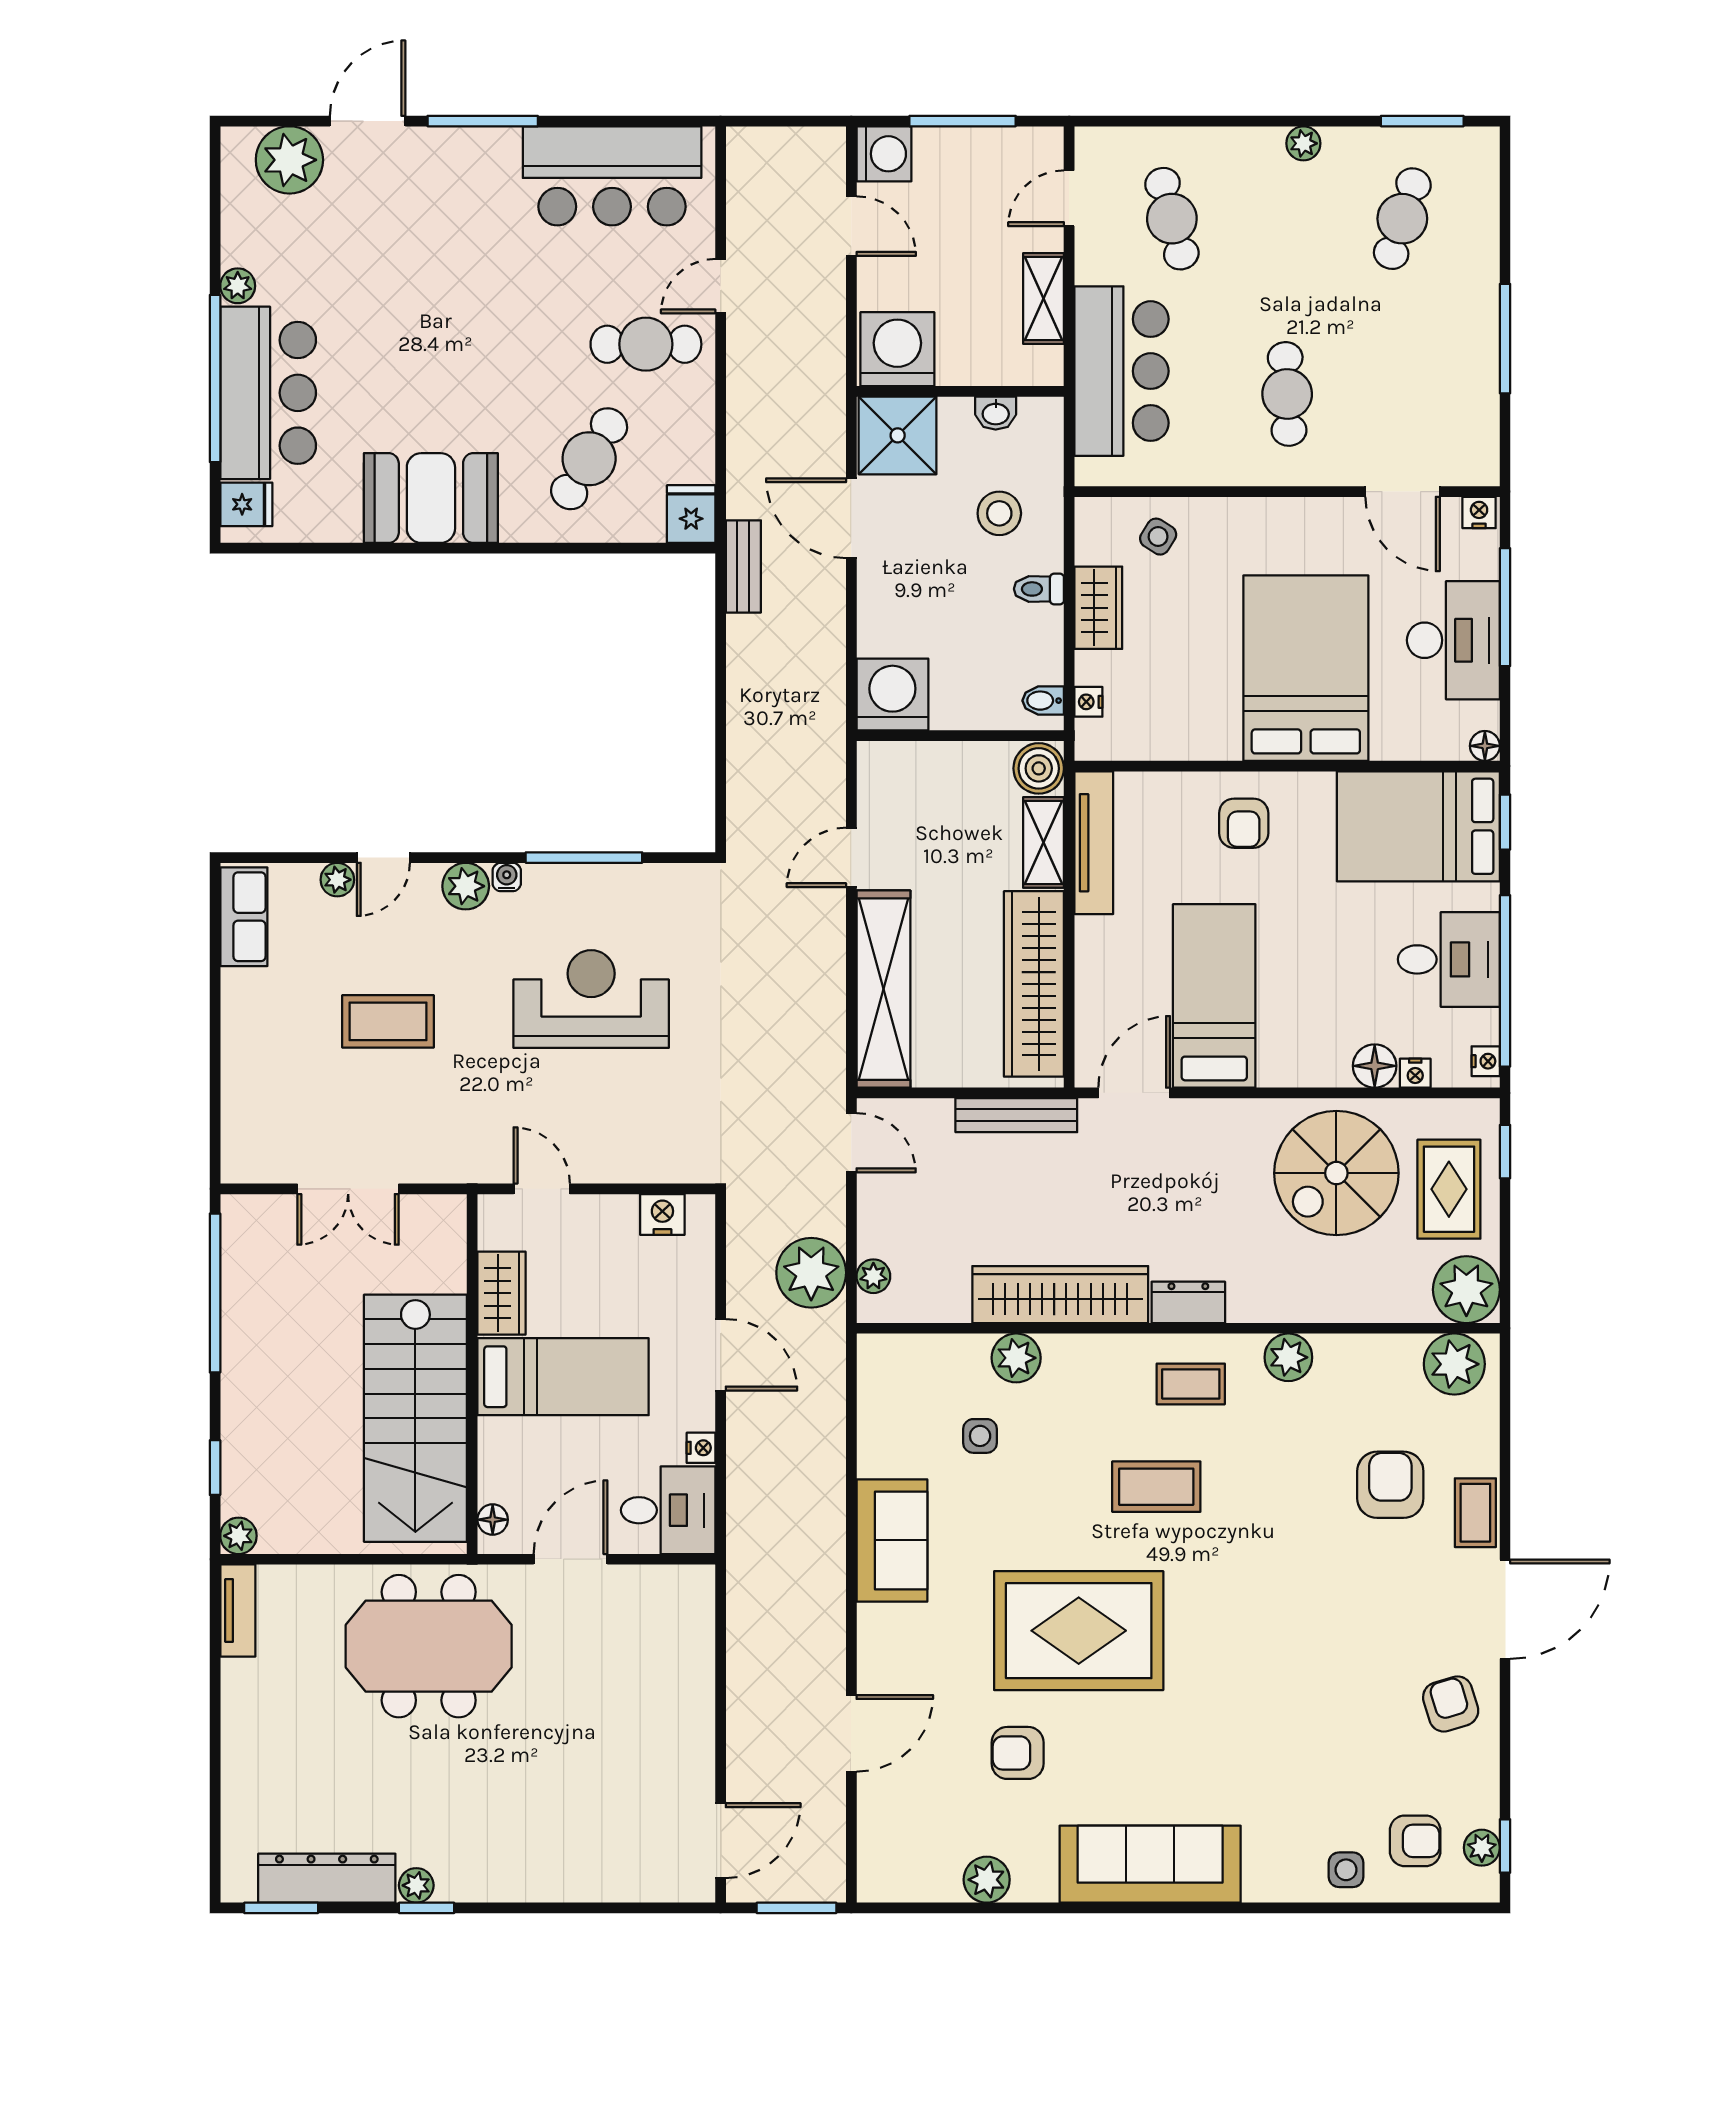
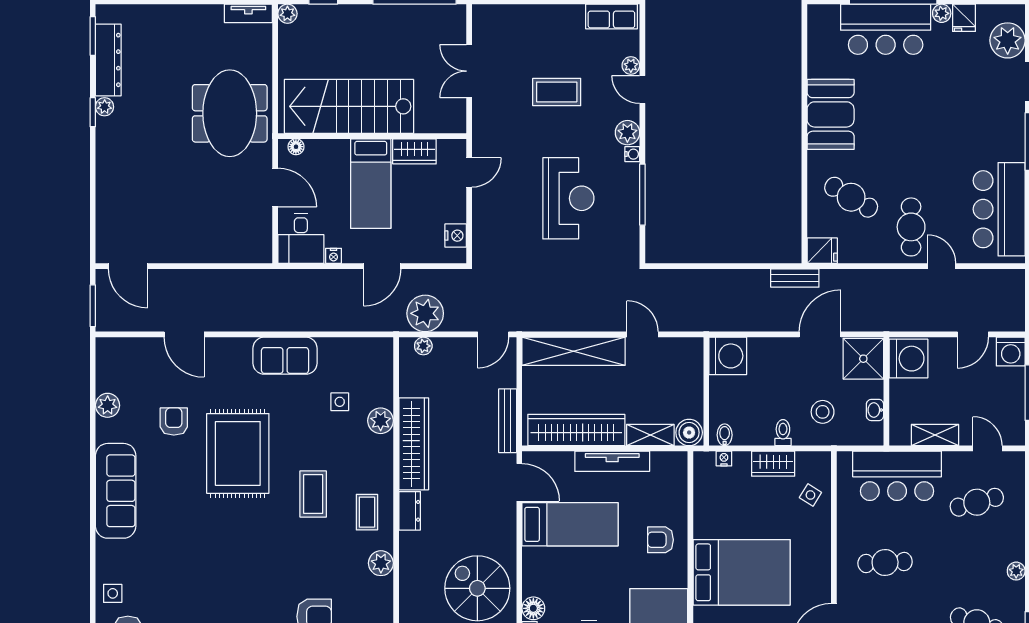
fridge: (246, 504) -> (964, 18), moved
tv unit: (1094, 843) -> (612, 461), moved
coffee table: (388, 1021) -> (557, 92), turned 90

